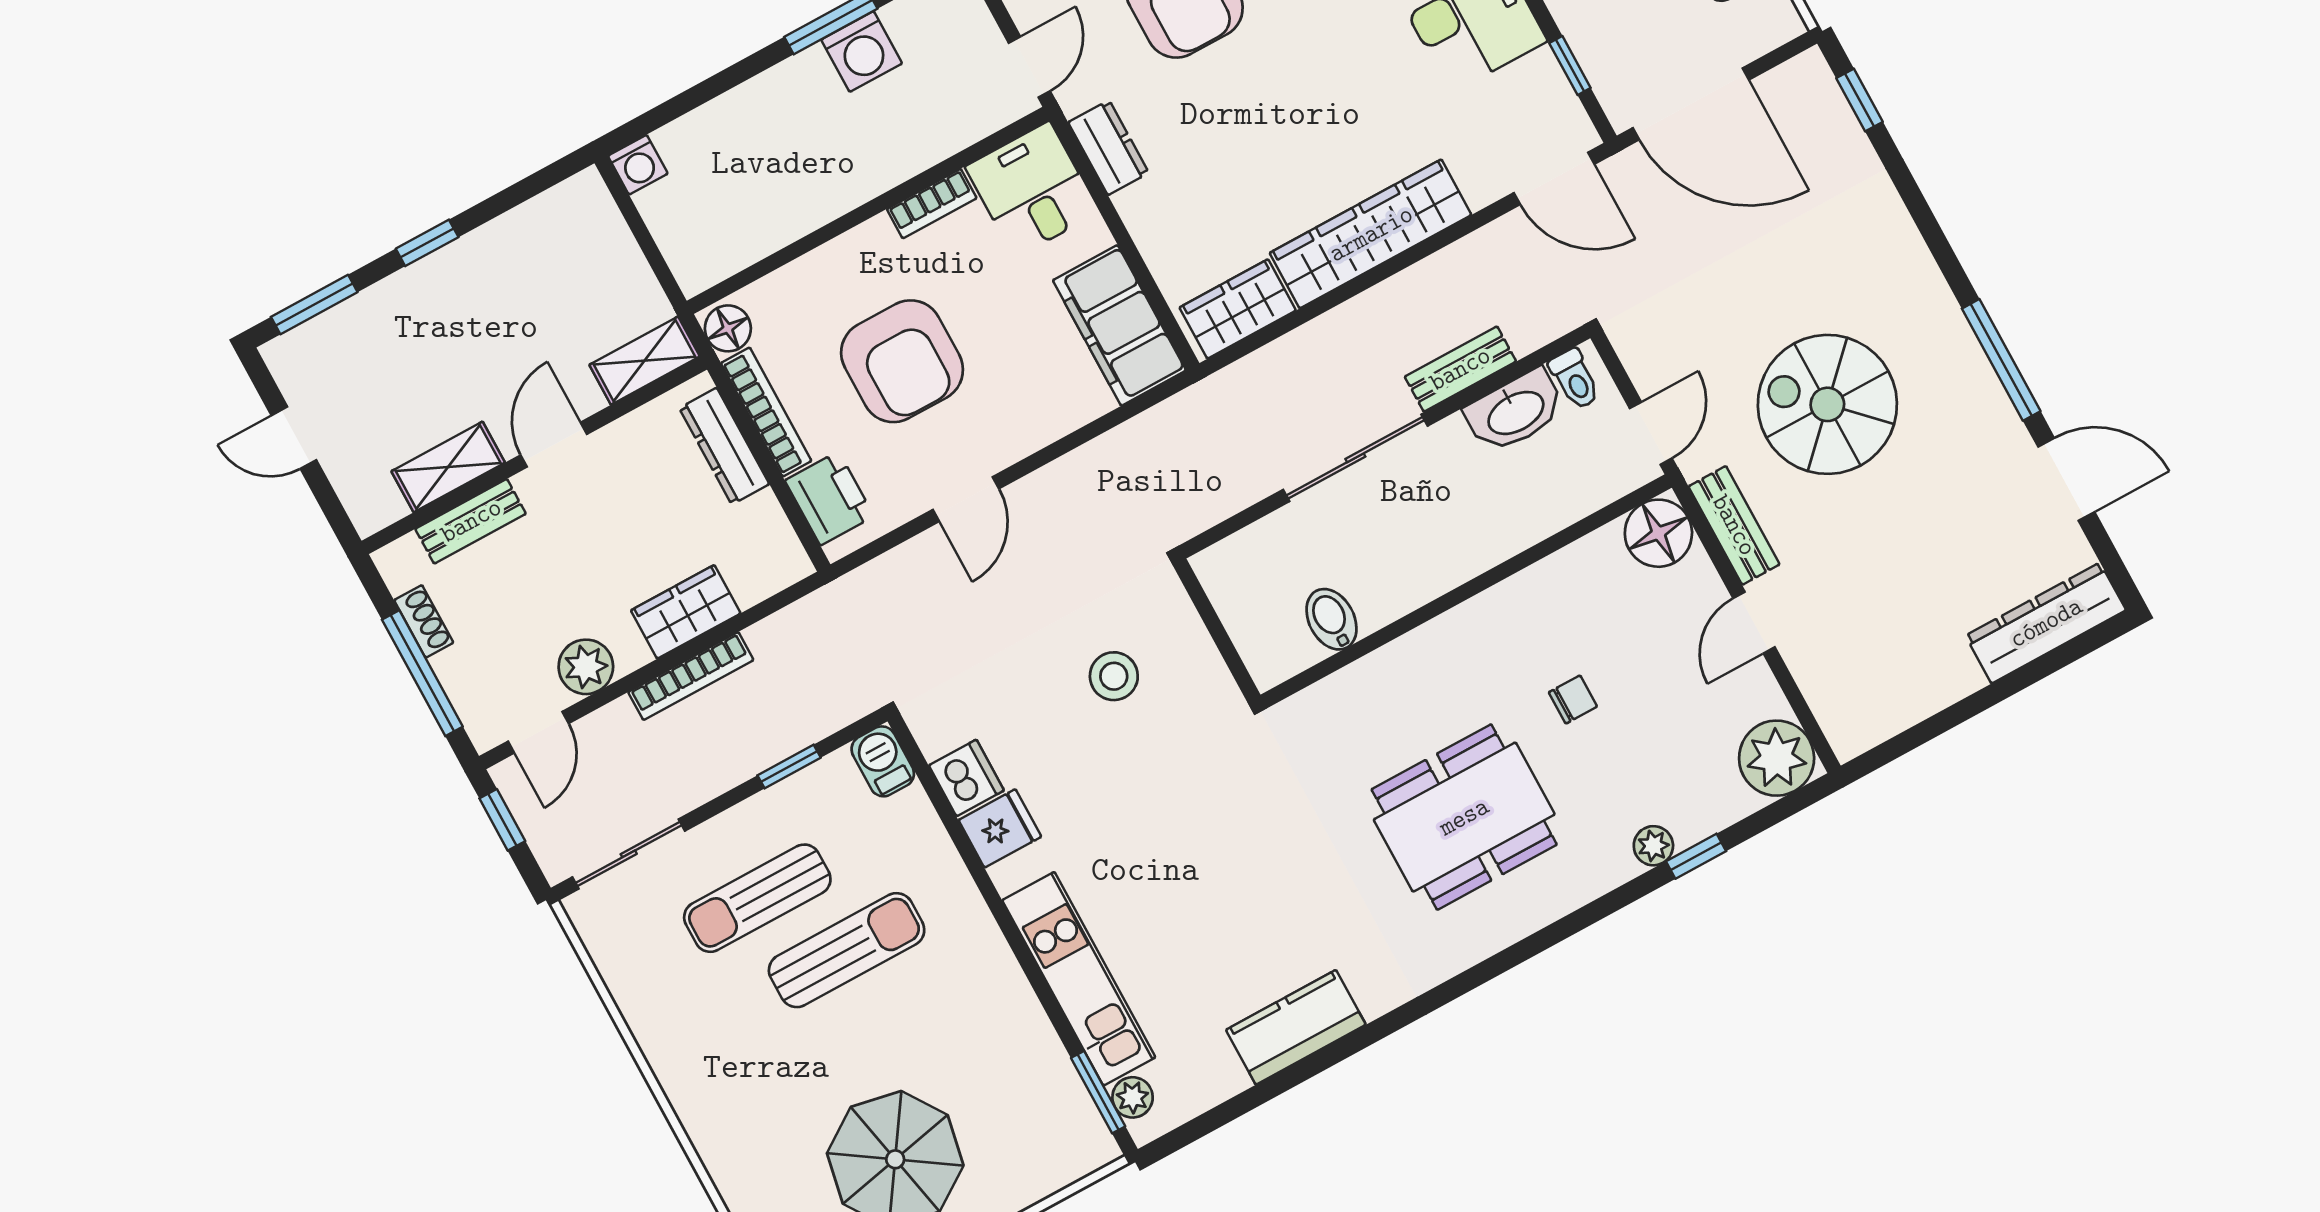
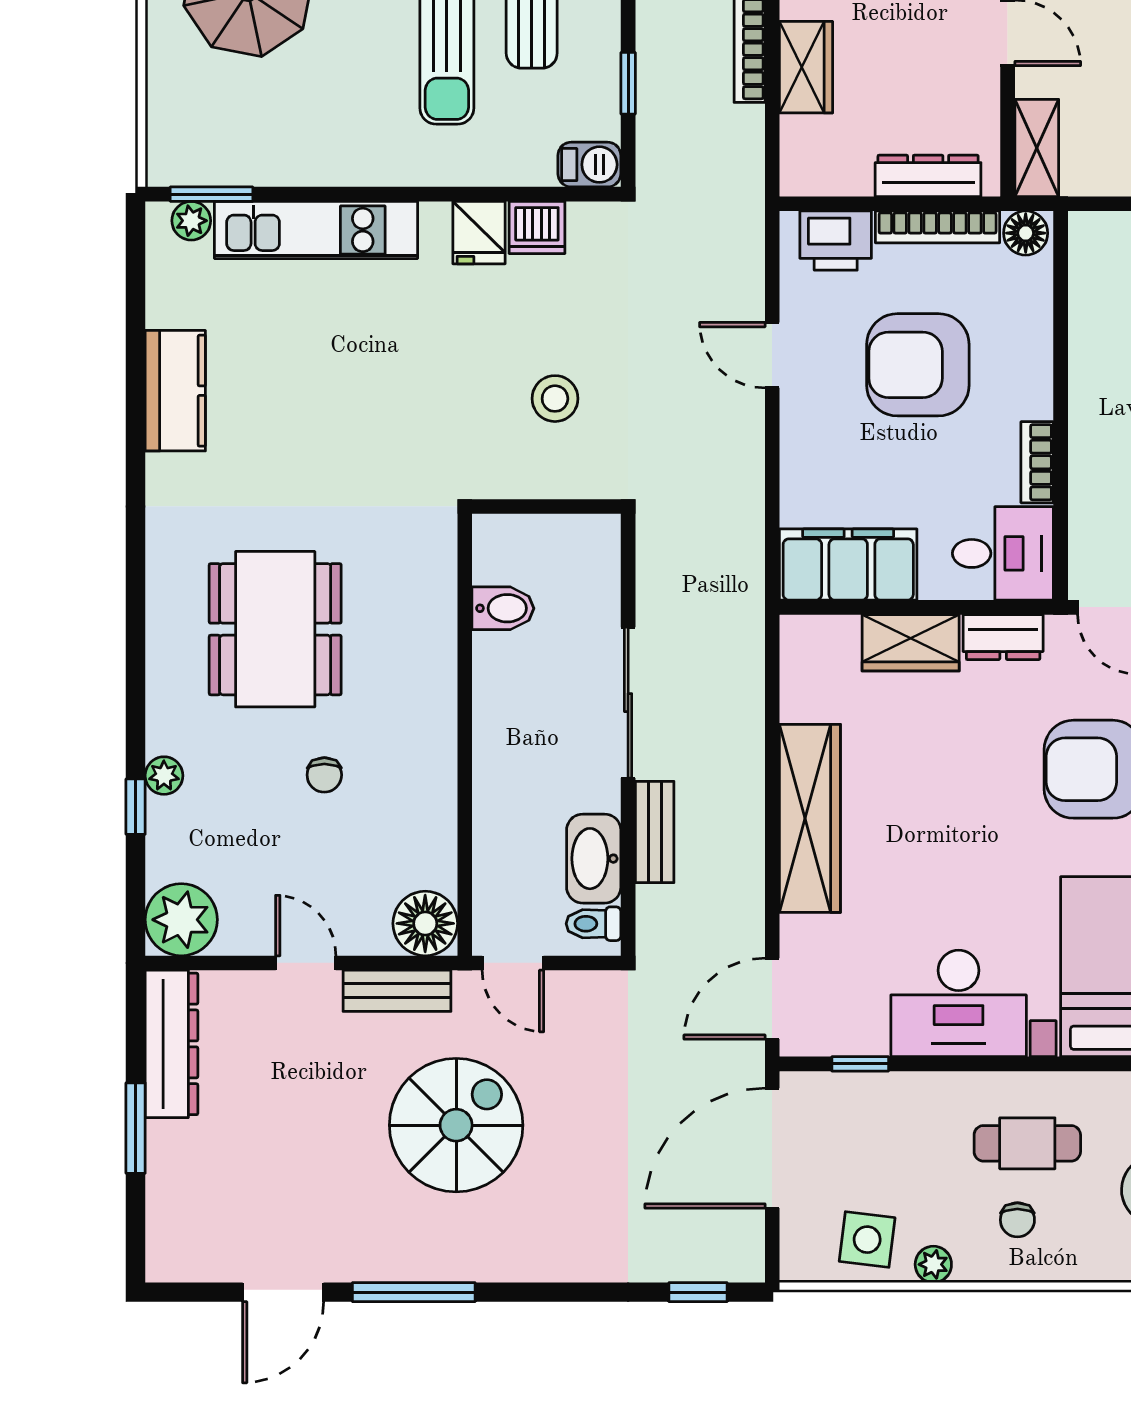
wardrobe: (1238, 309) -> (911, 643), moved, turned 90
dresser: (2046, 623) -> (171, 1044), moved
window: (1990, 696) -> (136, 1128), added

